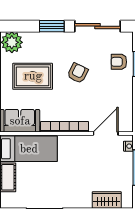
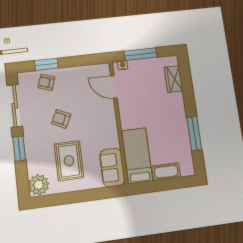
armchair: (119, 62) -> (46, 82), turned 108
bookcase: (64, 127) -> (113, 125), removed

